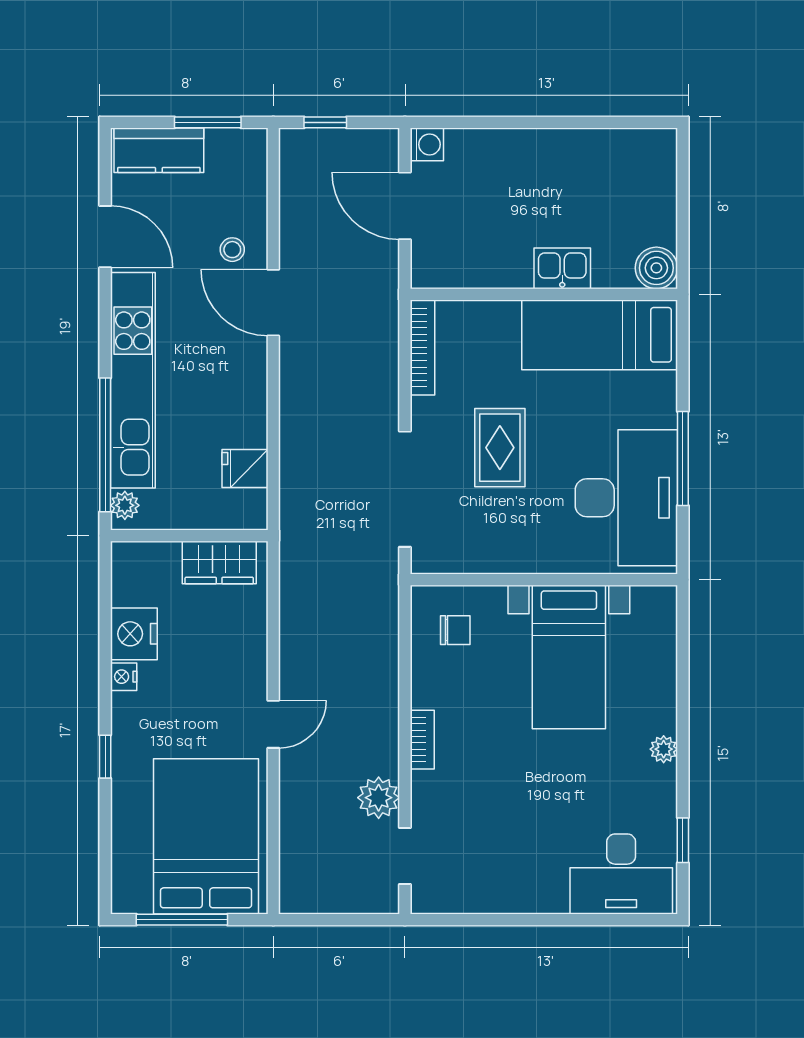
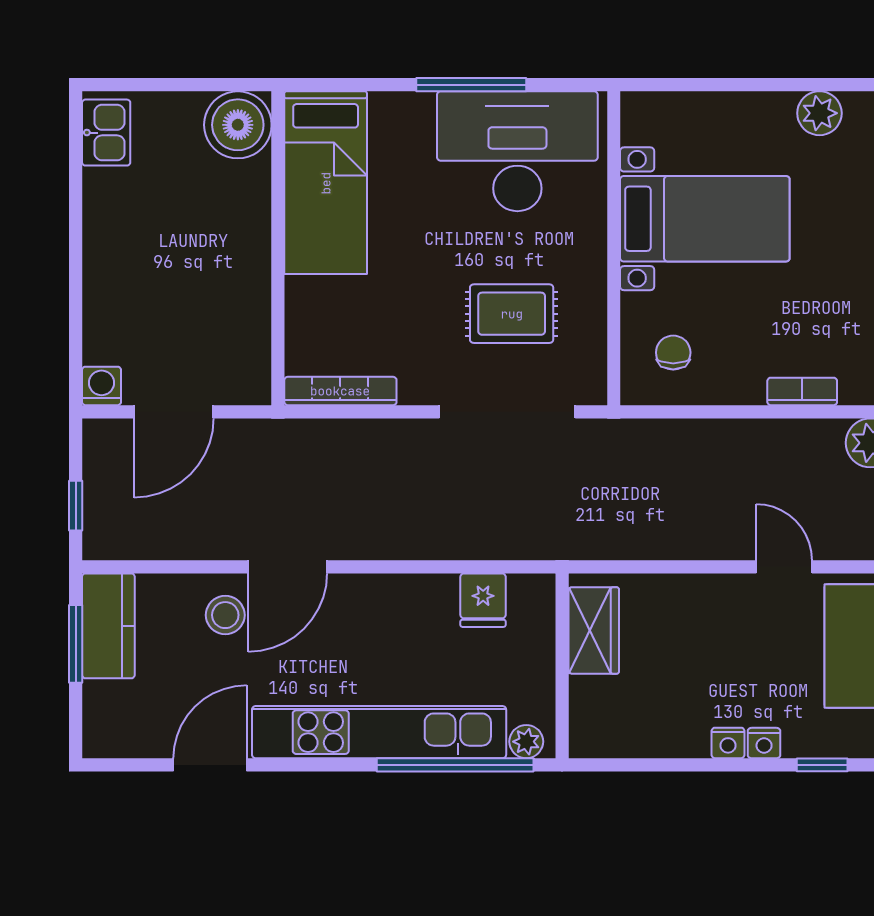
kitchen counter: (159, 150) -> (108, 626), moved
stool: (232, 250) -> (225, 615), width x1.37, depth x1.37
kitchen sink: (562, 268) -> (106, 133), moved, turned 180
boiler: (656, 268) -> (238, 125), width x1.37, depth x1.37
rug: (500, 448) -> (512, 314), moved
nightstand: (134, 634) -> (764, 743), moved, width x0.53, depth x0.56
plant: (664, 749) -> (819, 113), width x1.38, depth x1.38

